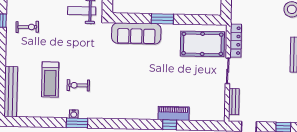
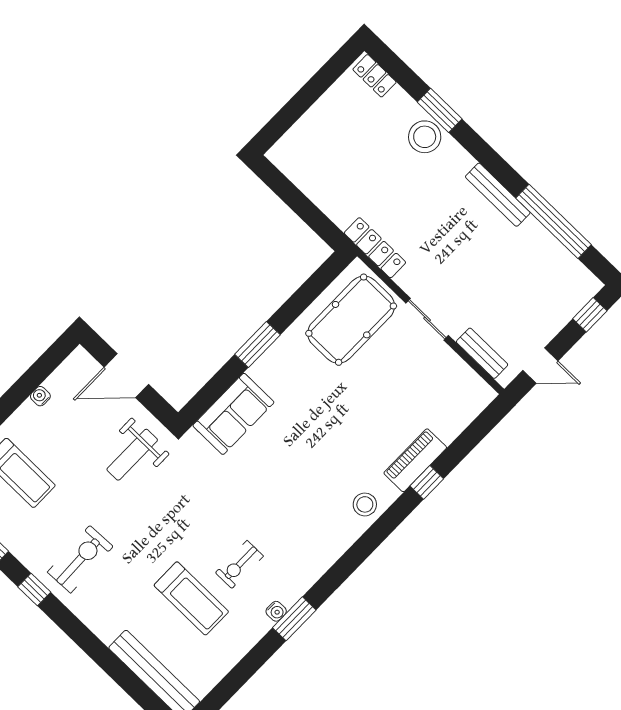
exercise bike: (27, 27) -> (80, 559), width x1.38, depth x1.39
sofa: (136, 33) -> (233, 414), width x0.73
locker: (236, 41) -> (375, 248), moved
stool: (141, 110) -> (365, 504), added

